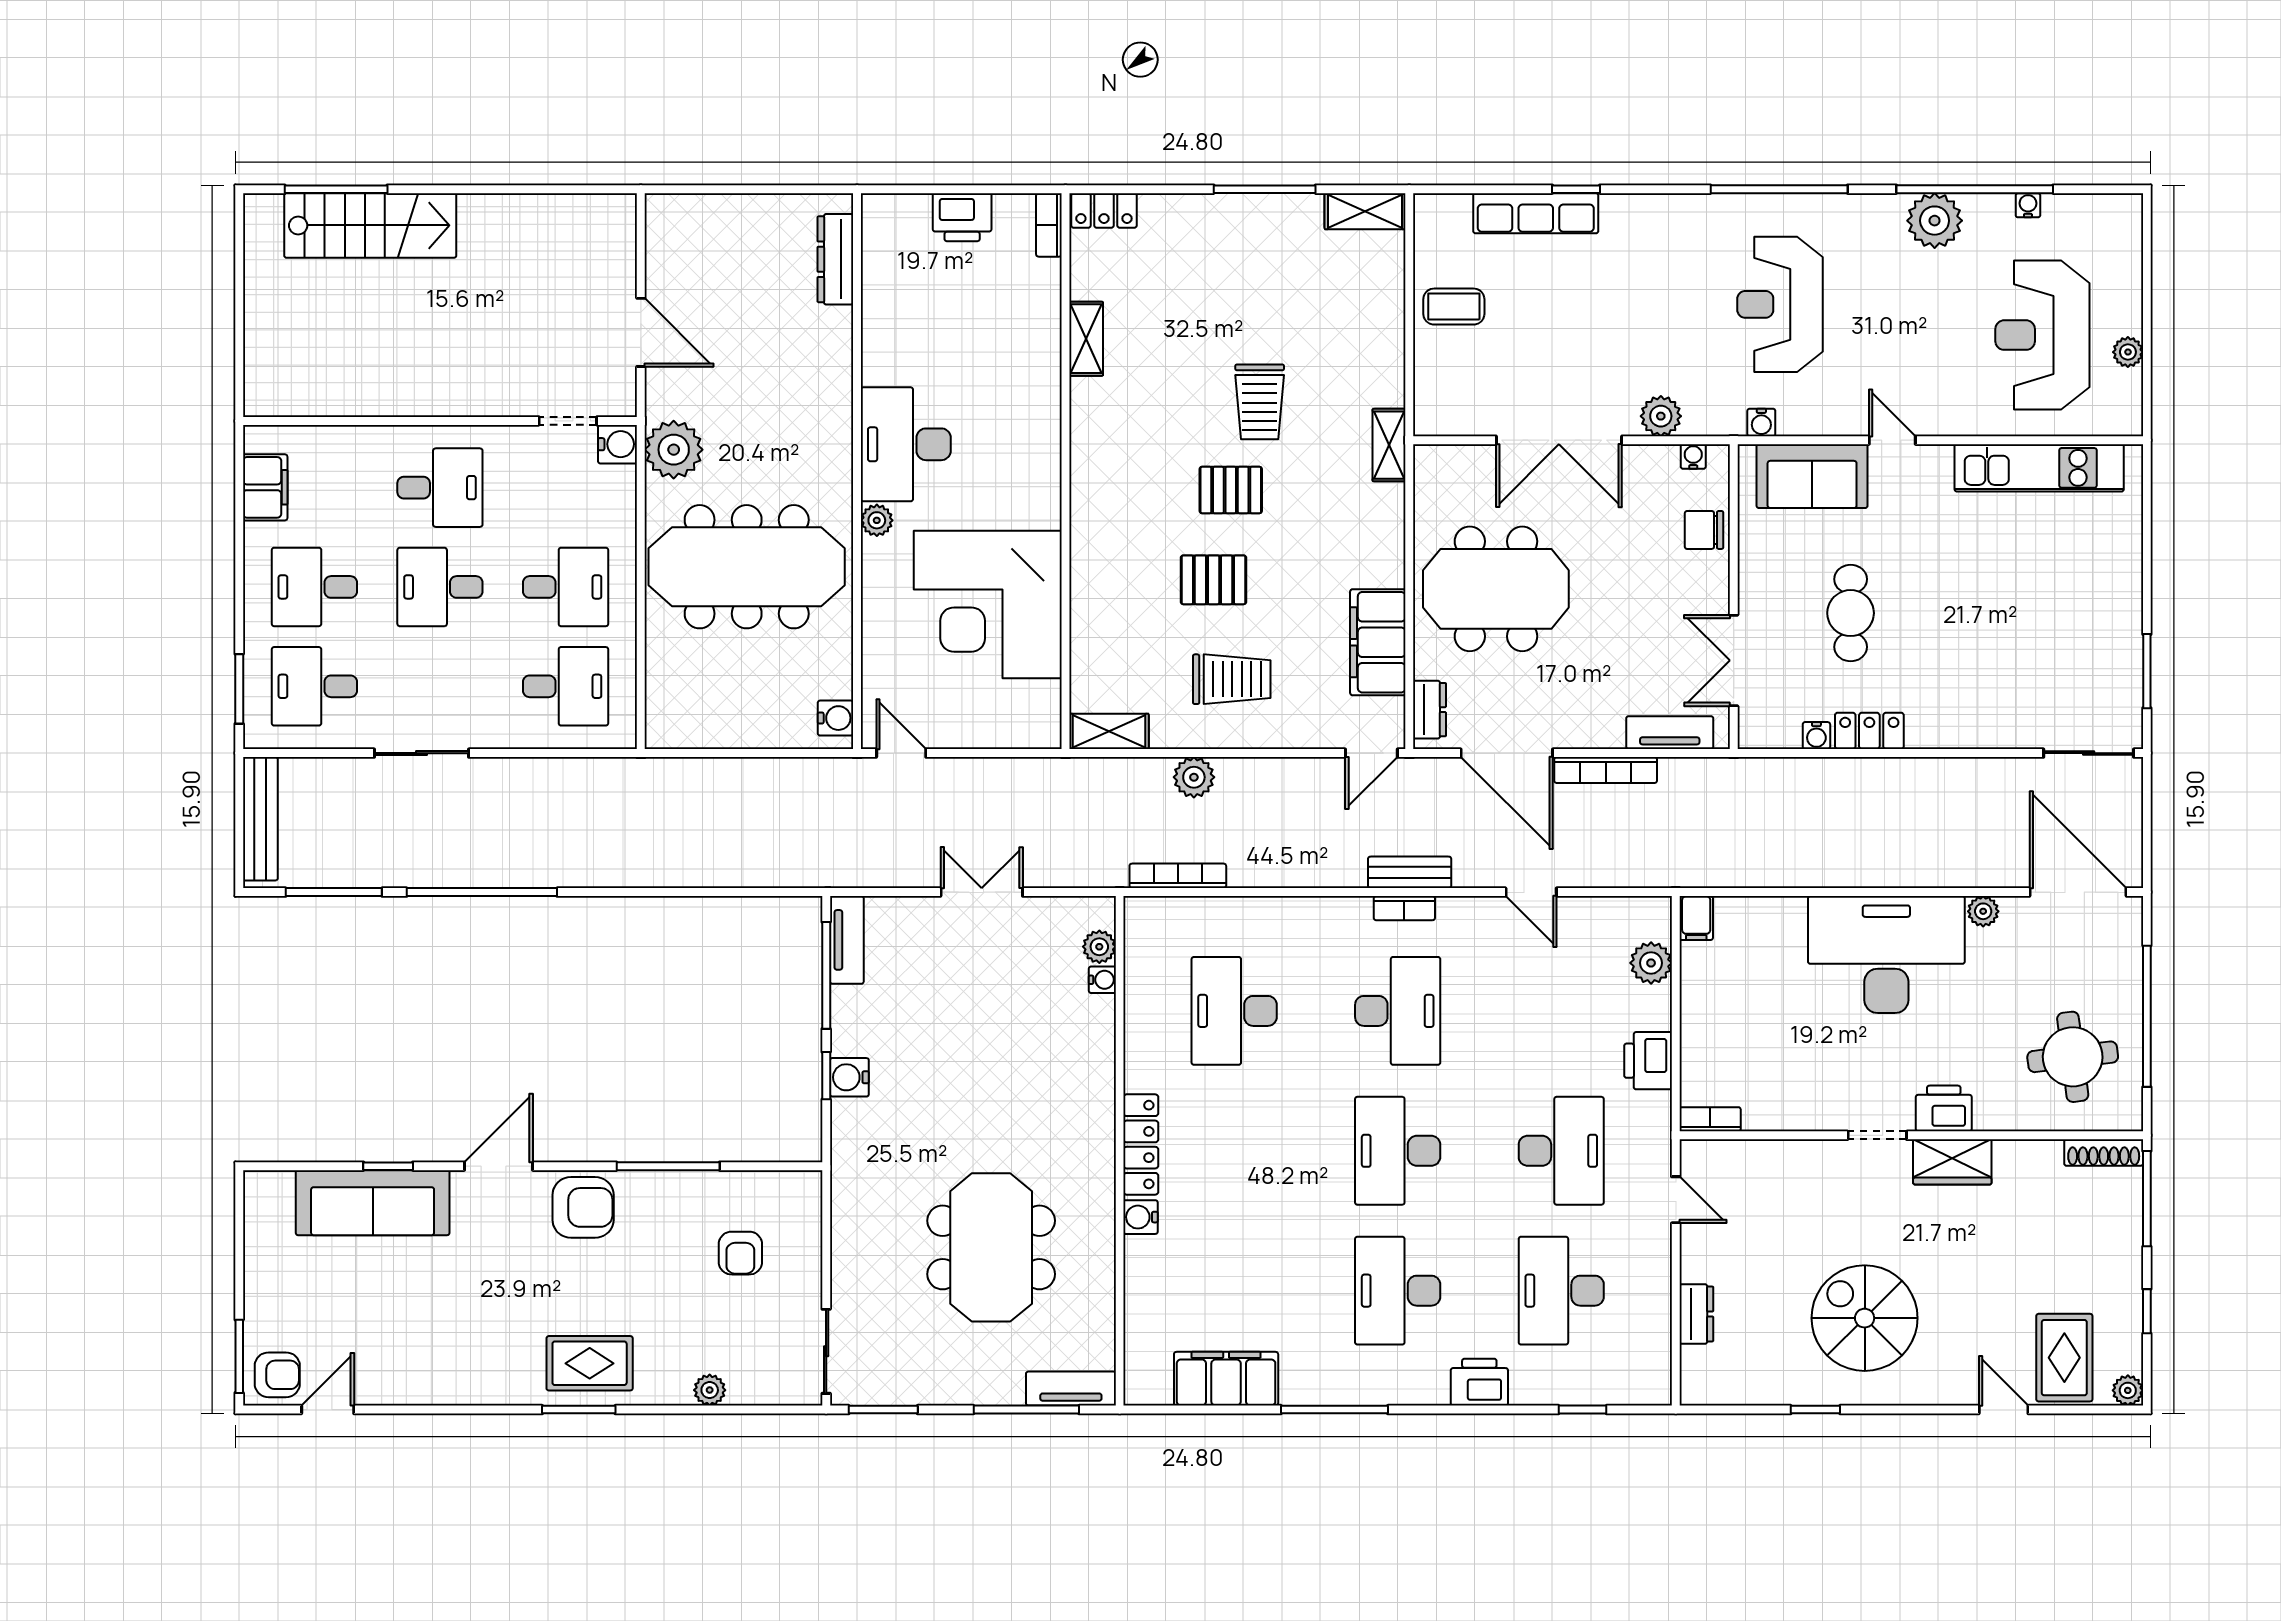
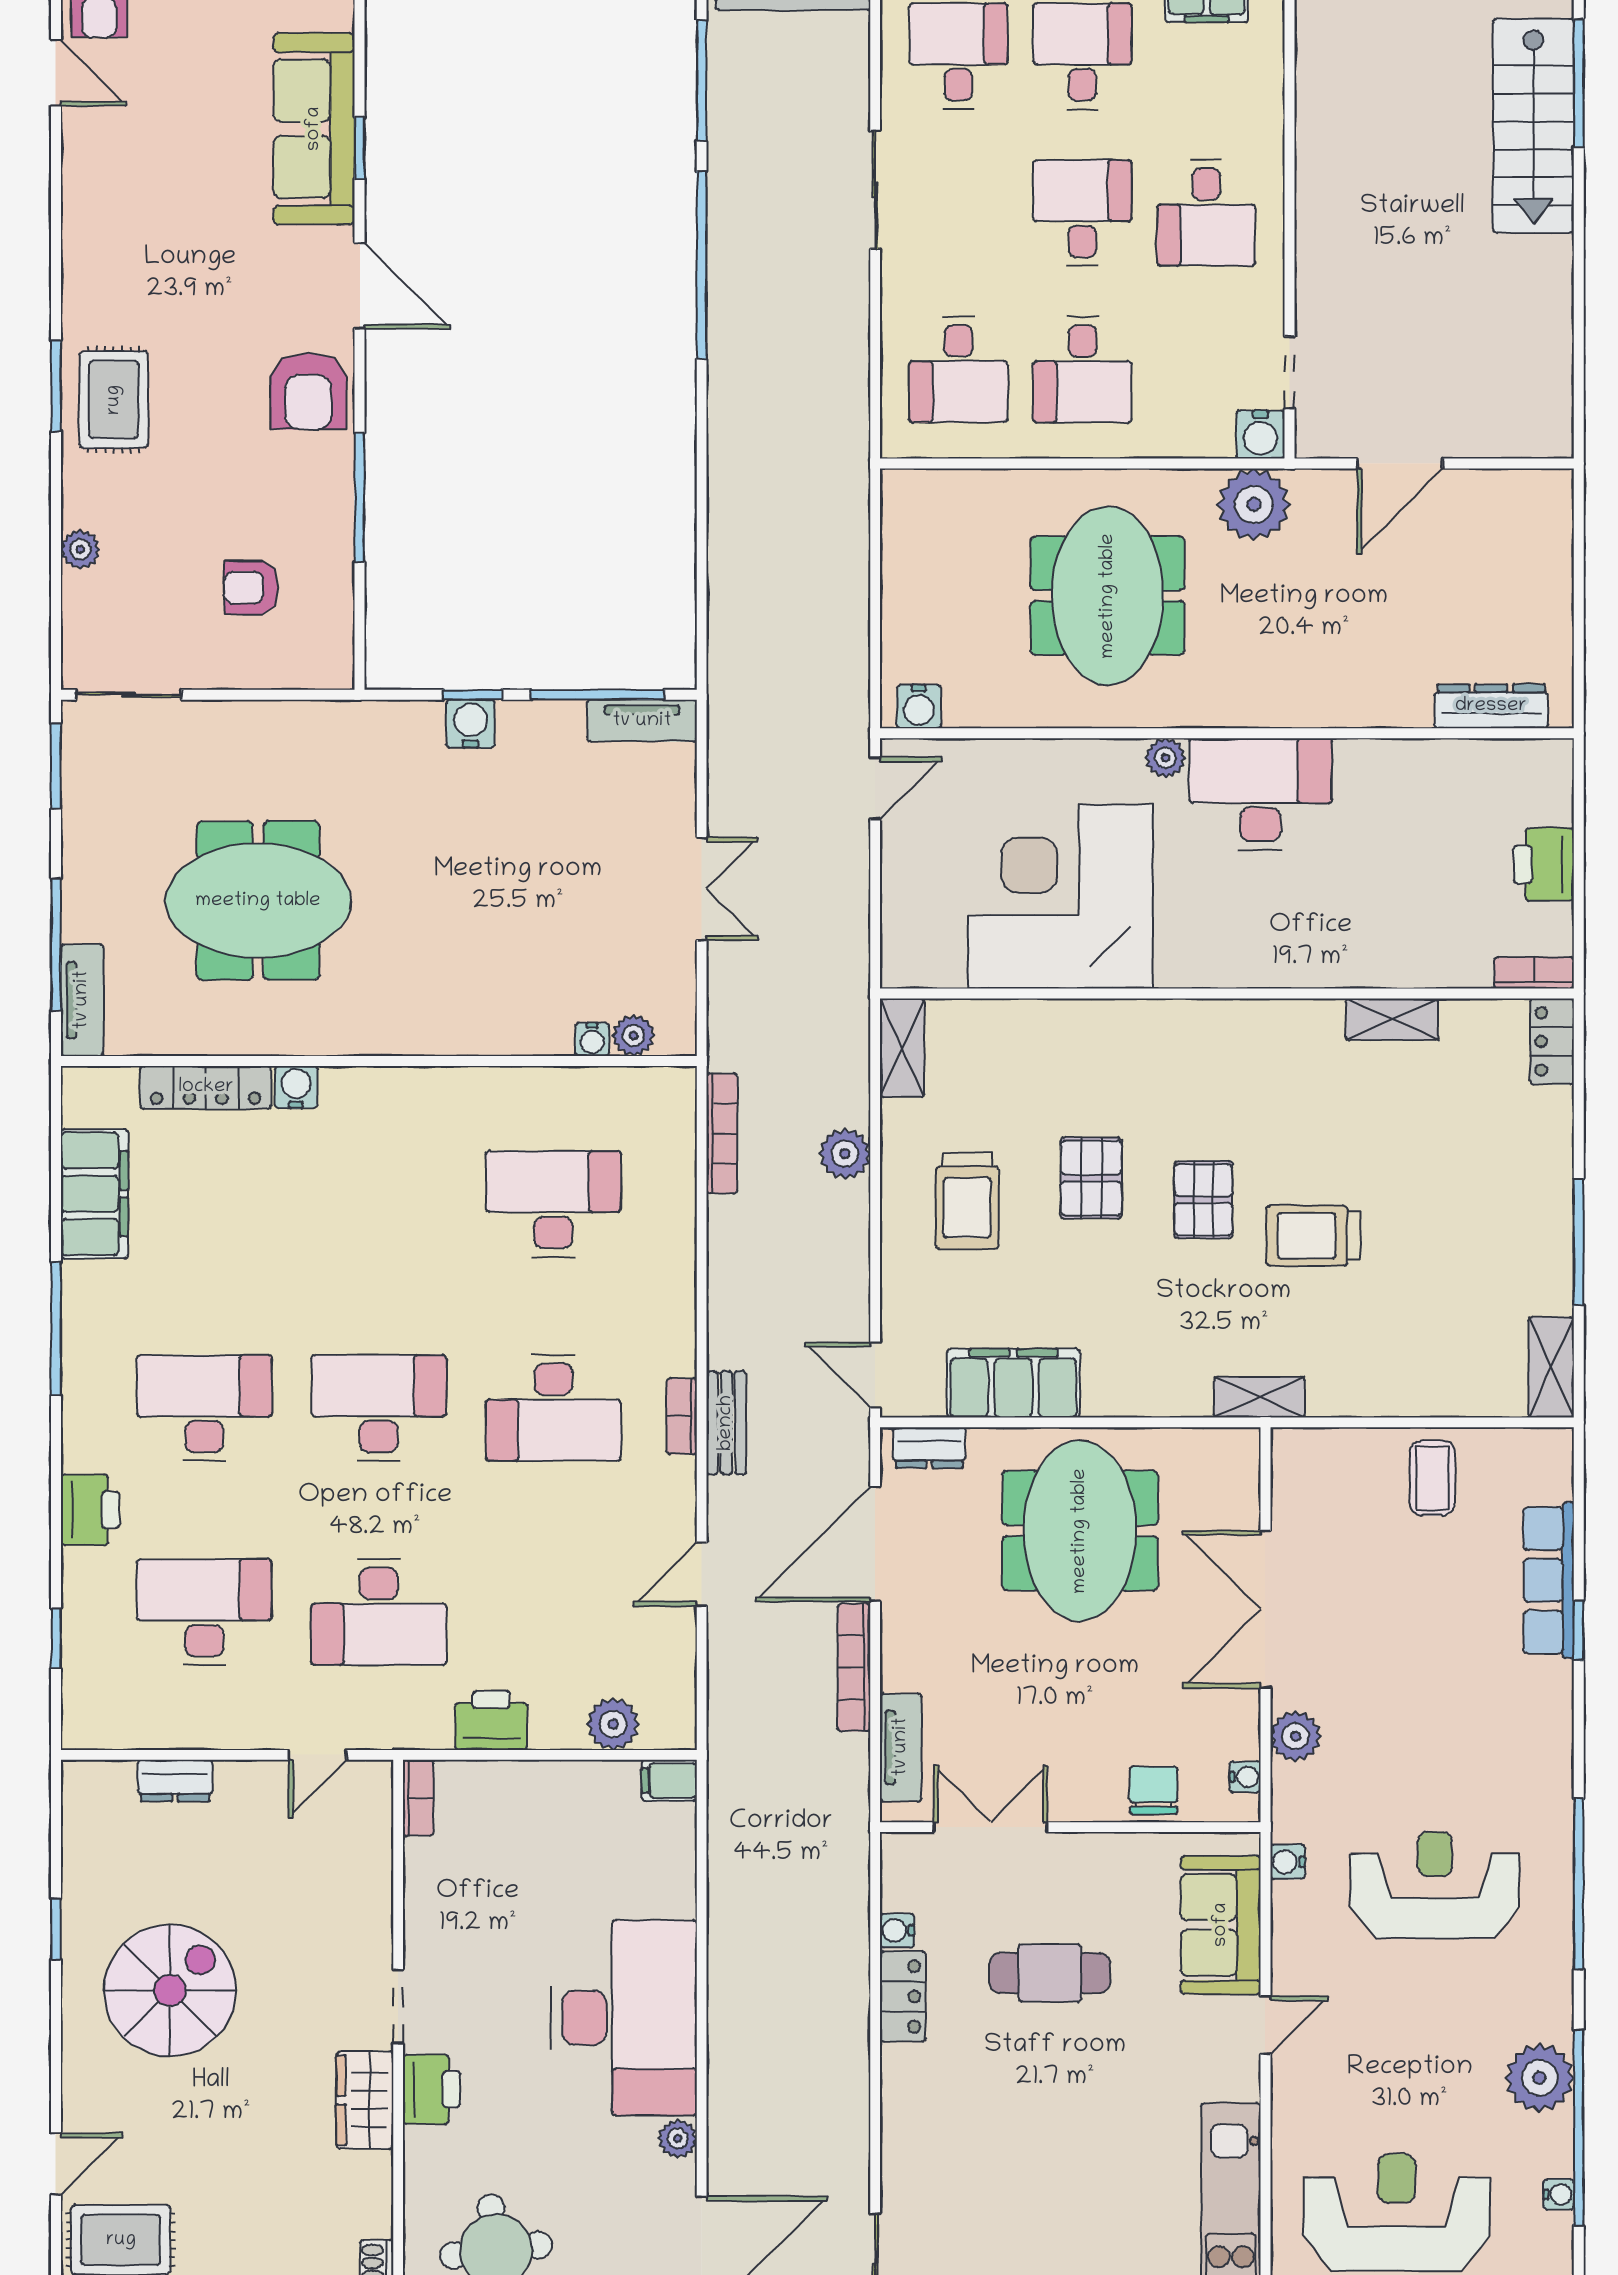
meeting table: (747, 567) -> (1108, 596), width x0.73
locker: (1141, 1145) -> (206, 1087), moved

